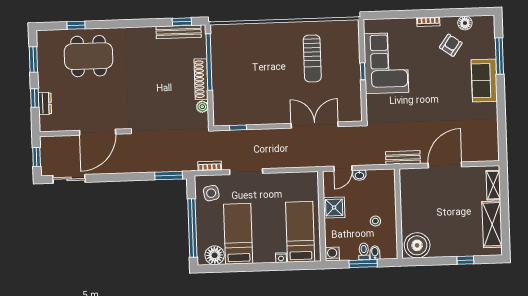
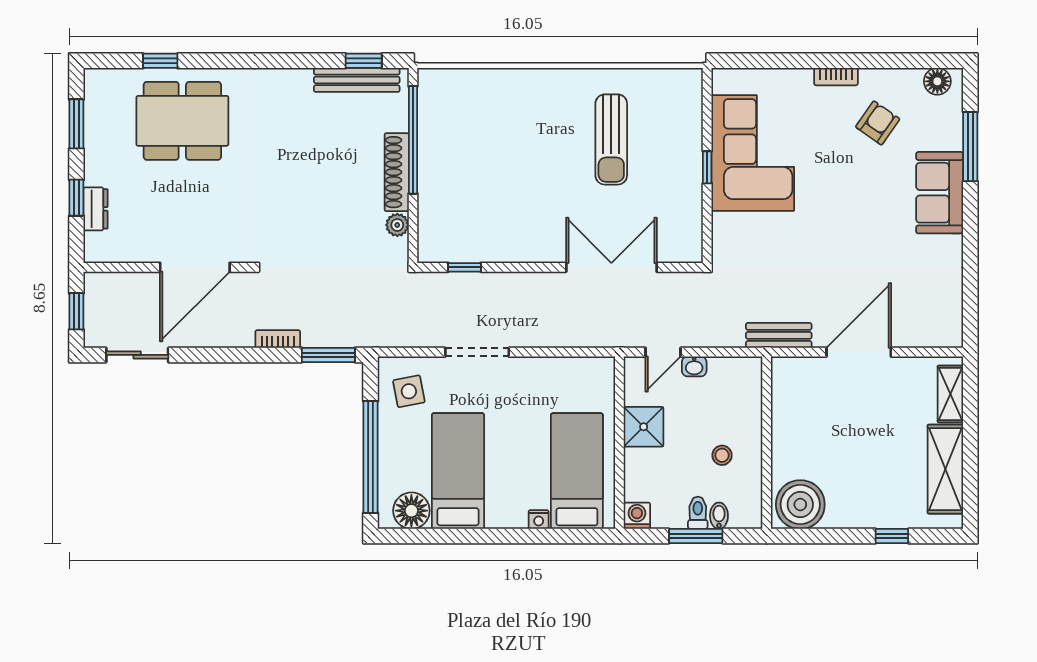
floor lamp: (465, 23) -> (937, 81), moved
bookcase: (210, 166) -> (278, 339), moved

